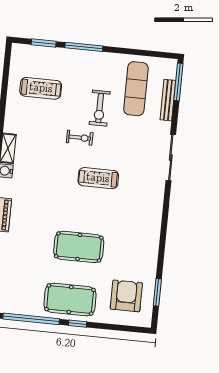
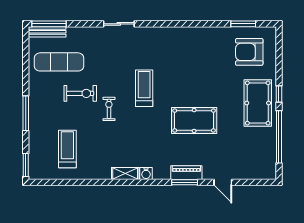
window: (44, 43) -> (26, 165), moved
bench: (168, 100) -> (47, 32), moved
sliding door: (171, 158) -> (119, 24), width x0.73
treadmill: (98, 178) -> (144, 88), turned 180
pool table: (79, 247) -> (194, 121), moved, turned 90

